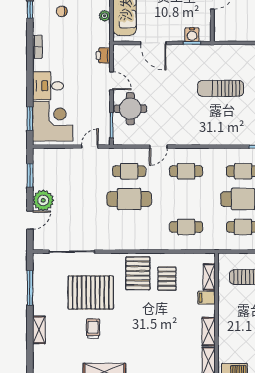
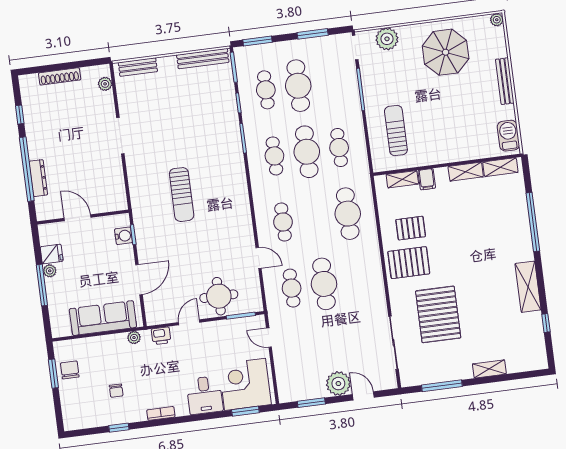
plant: (105, 16) -> (134, 338), moved
cafe table: (186, 227) -> (348, 214), width x1.37, depth x1.35
trolley: (93, 329) -> (480, 306), removed

